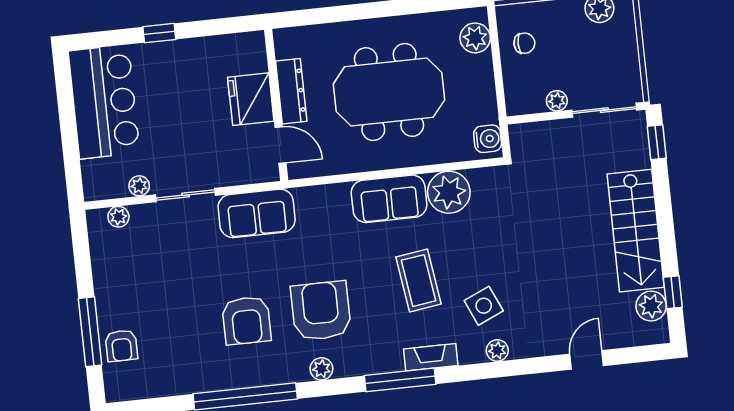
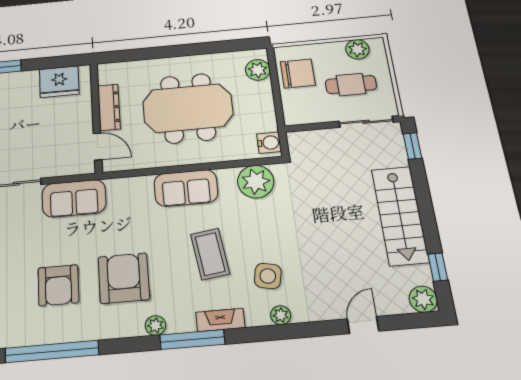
chair: (524, 43) -> (298, 74), width x1.87, depth x1.87
cafe table: (589, 59) -> (351, 85), added
fridge: (251, 99) -> (59, 82), moved, turned -90
plant: (557, 101) -> (326, 115), removed
plant: (449, 192) -> (256, 182), moved
side table: (484, 306) -> (268, 276), turned 36
plant: (651, 306) -> (423, 299), moved
plant: (321, 369) -> (155, 325), moved

